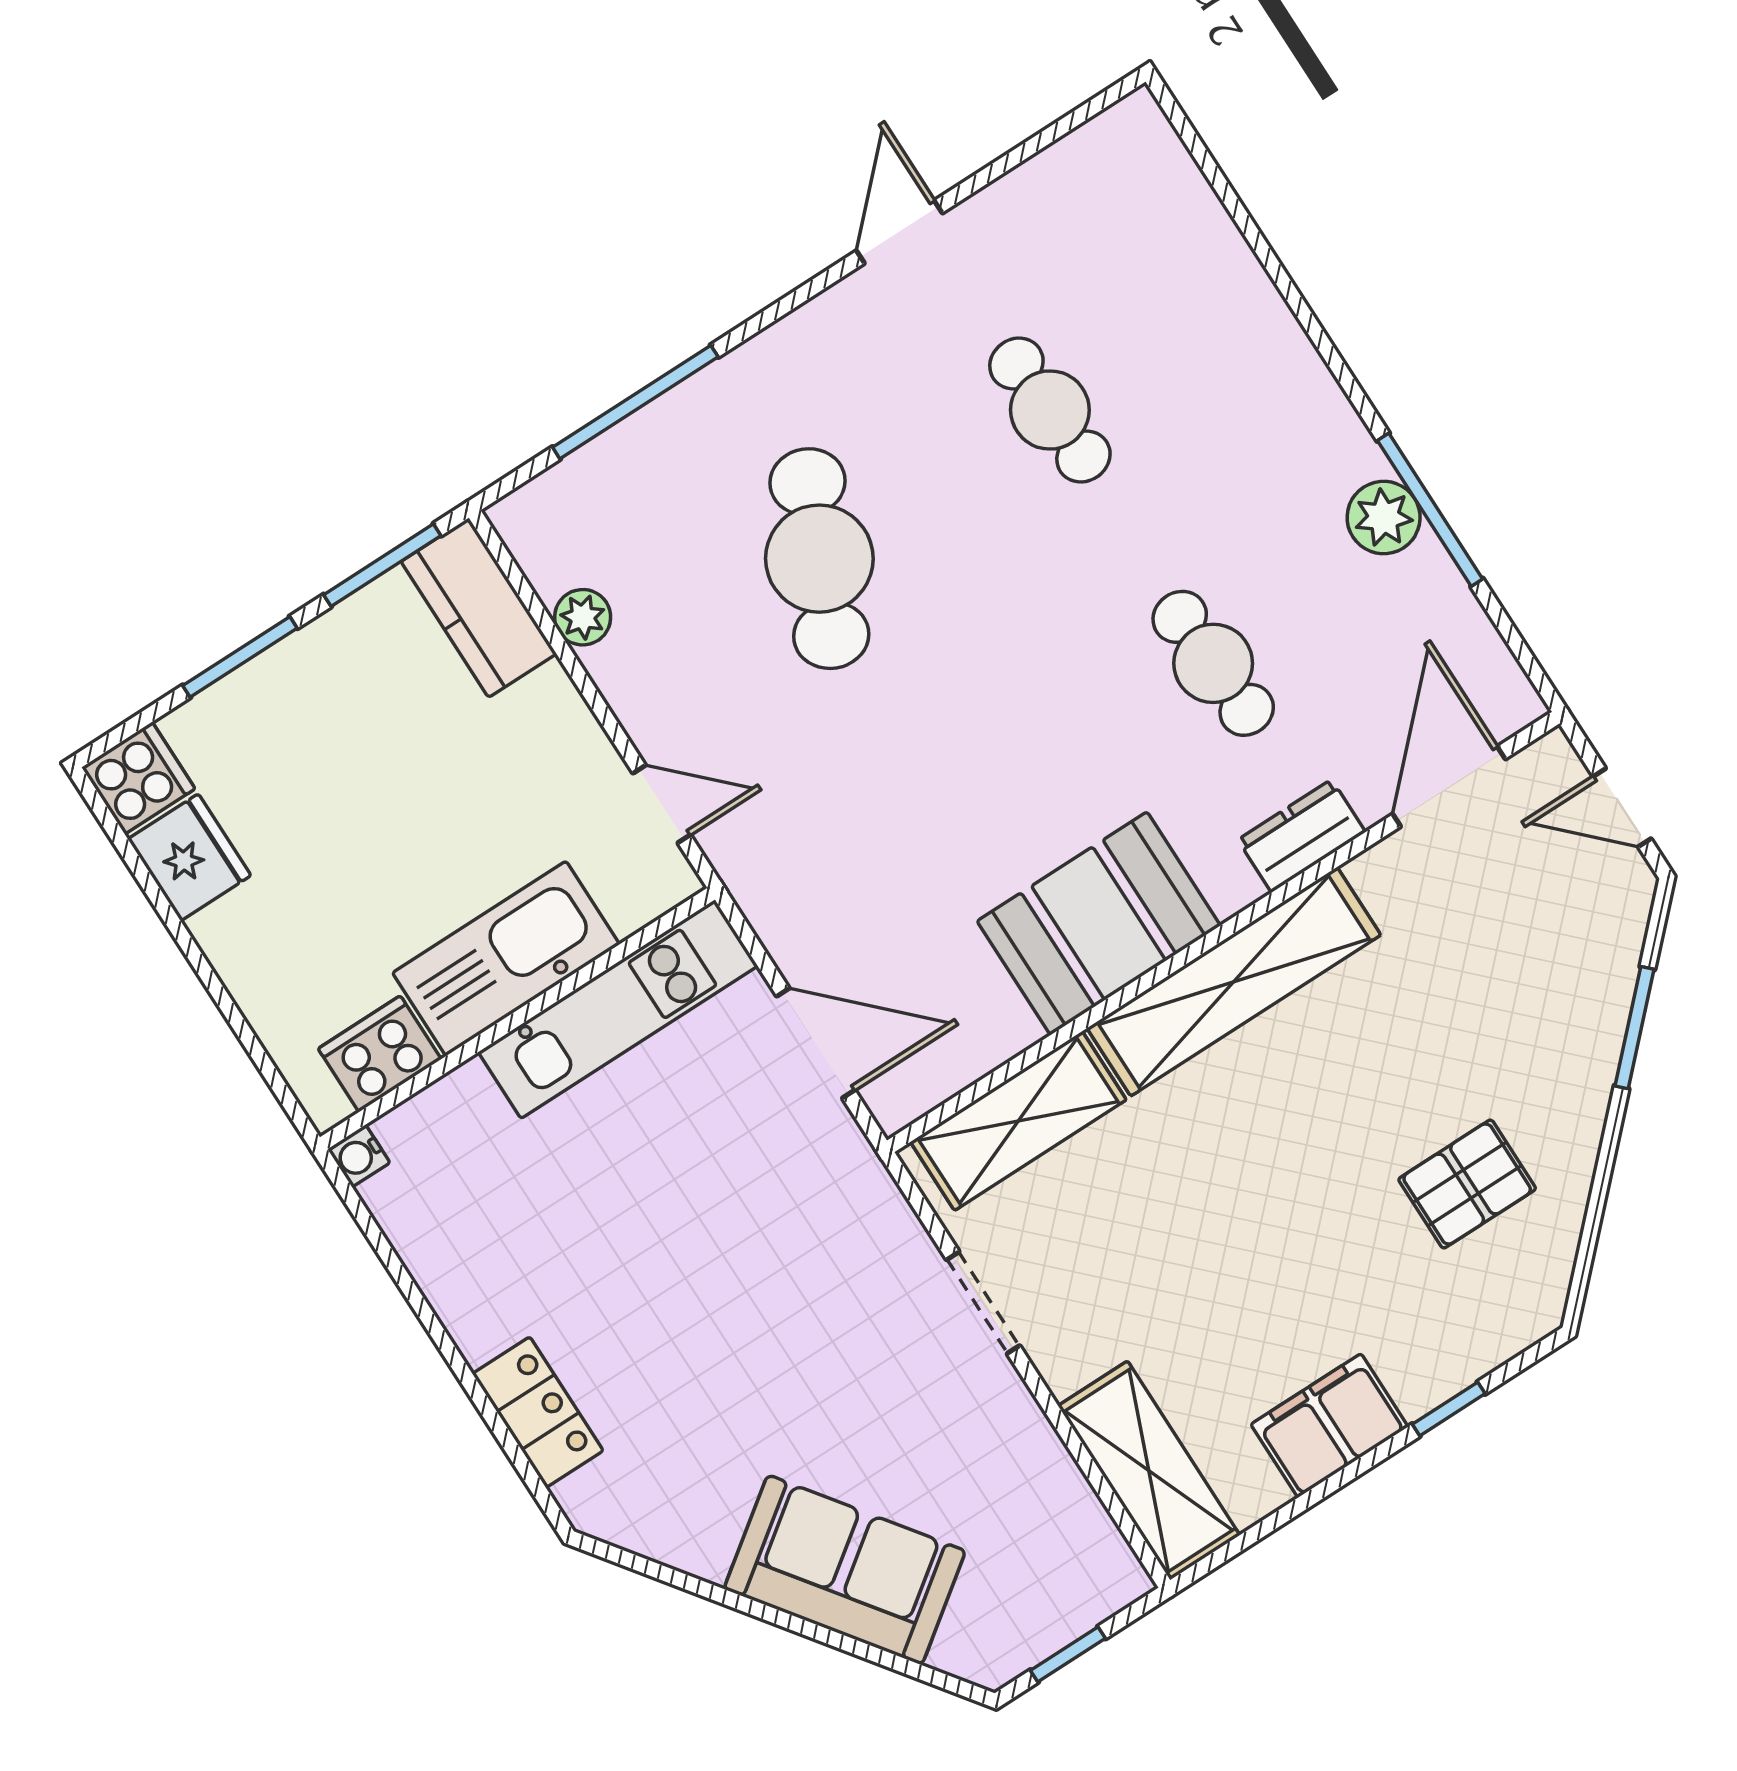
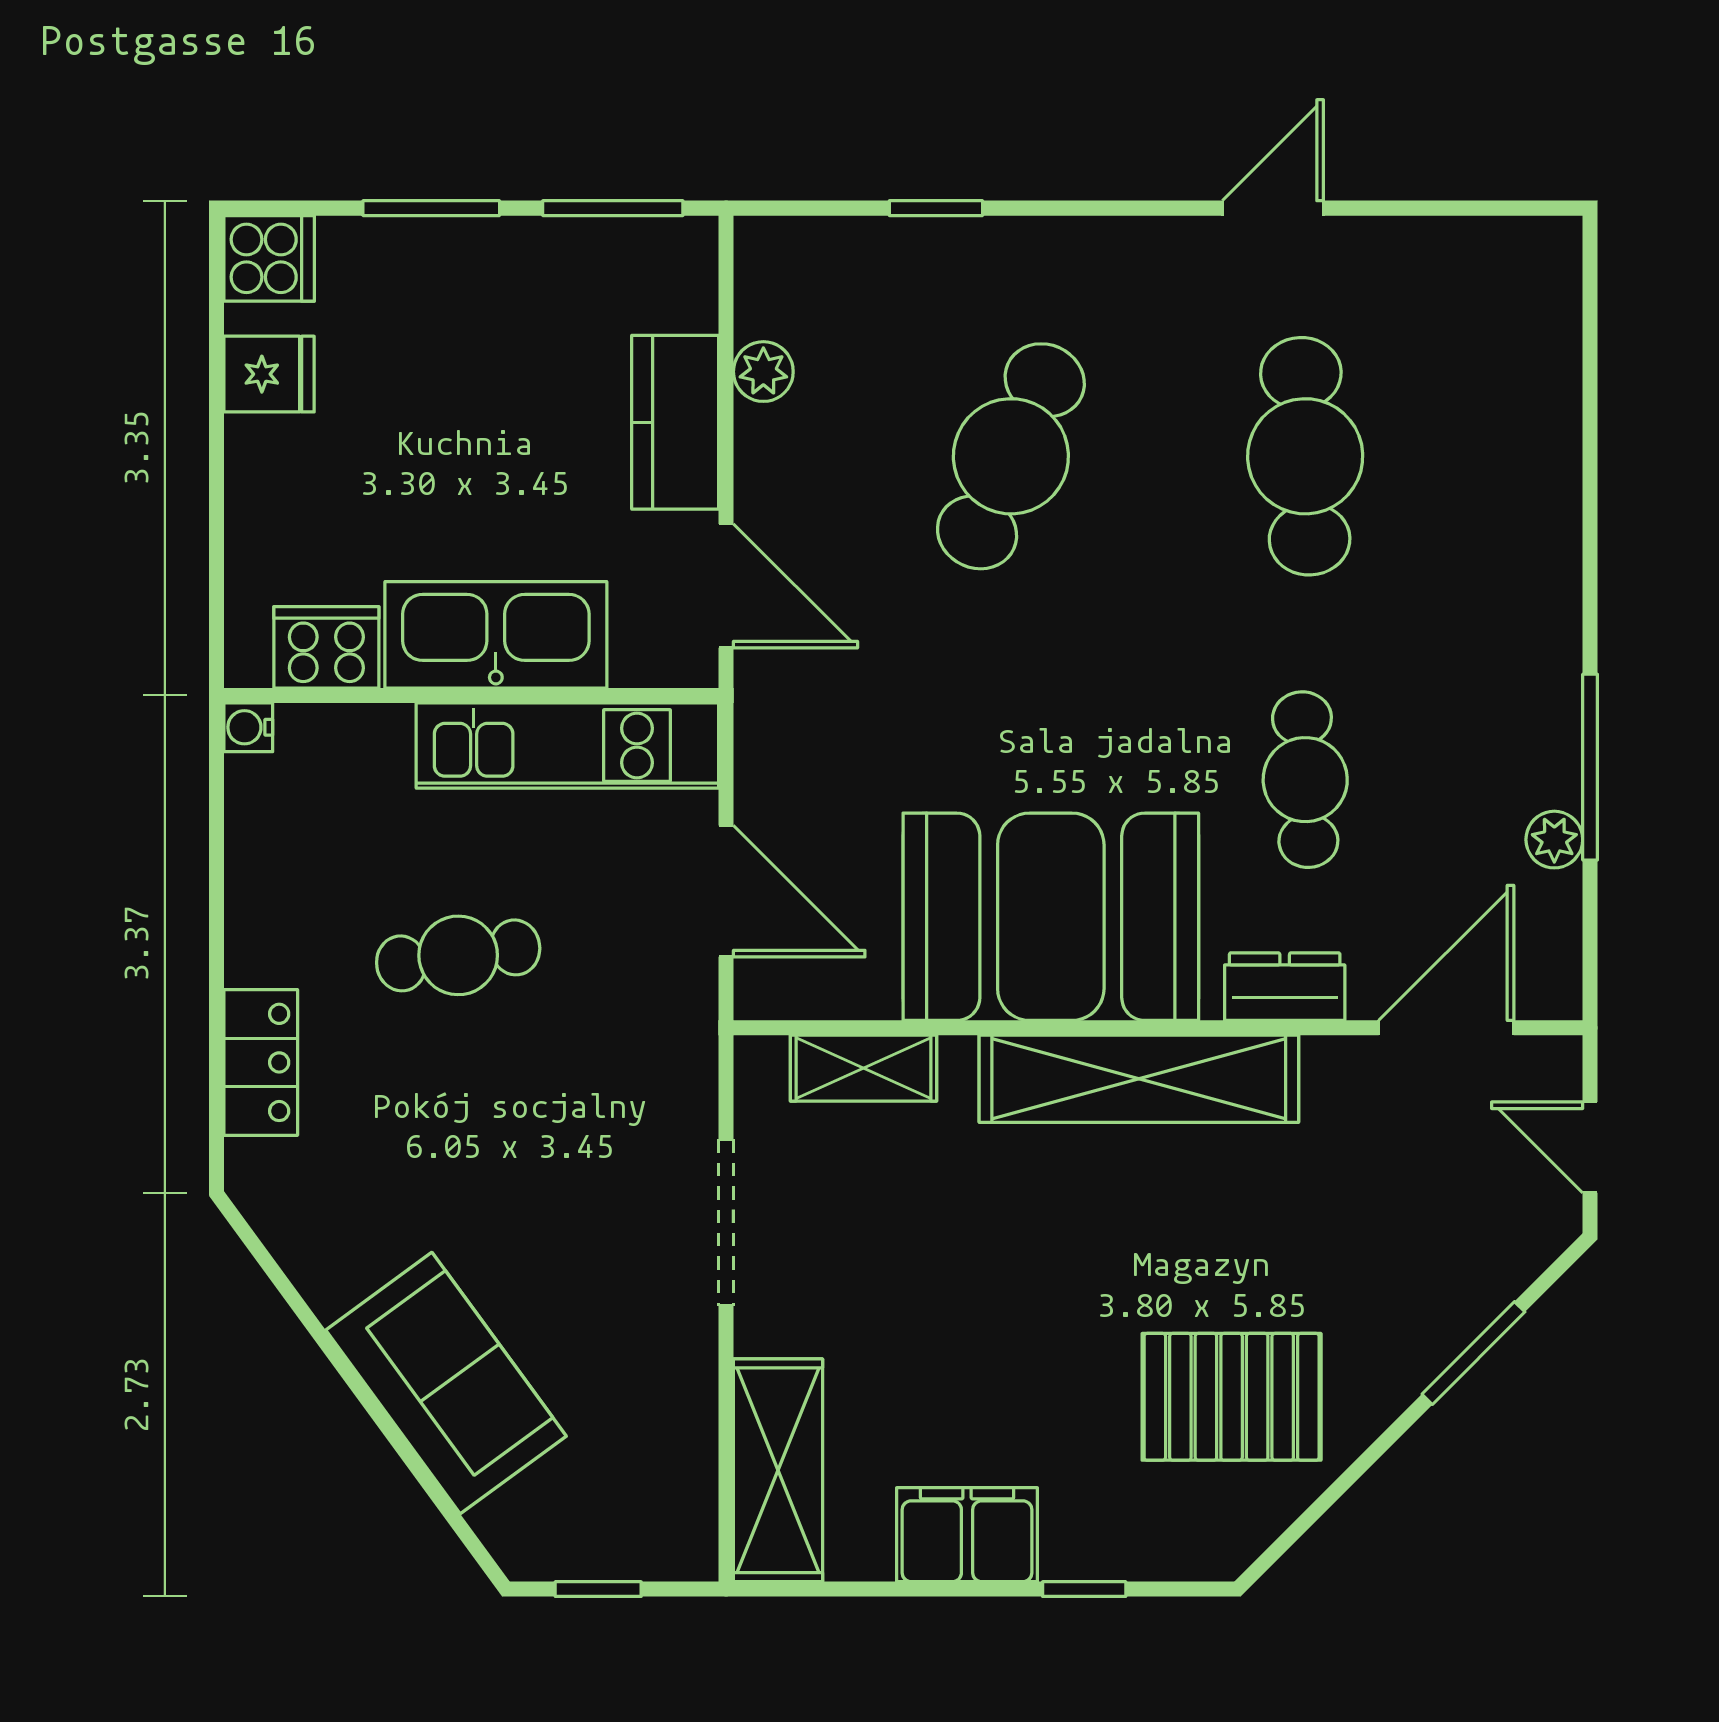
window: (635, 402) -> (936, 208), width x0.46
cafe table: (1050, 410) -> (1305, 456), width x1.37, depth x1.35
plant: (1384, 518) -> (1554, 840), moved, width x0.73, depth x0.73
kitchen counter: (479, 608) -> (675, 422), moved
door: (662, 804) -> (726, 586), width x1.38
fridge: (189, 857) -> (269, 374), width x0.72
booth: (1099, 923) -> (1051, 917), width x1.36, depth x1.42
shelving: (1018, 1121) -> (863, 1068), width x0.67, depth x0.75
pallet: (1467, 1184) -> (1232, 1397), width x1.50, depth x1.42
cafe table: (638, 1229) -> (458, 955), added
doorway: (983, 1303) -> (726, 1223), width x1.38

